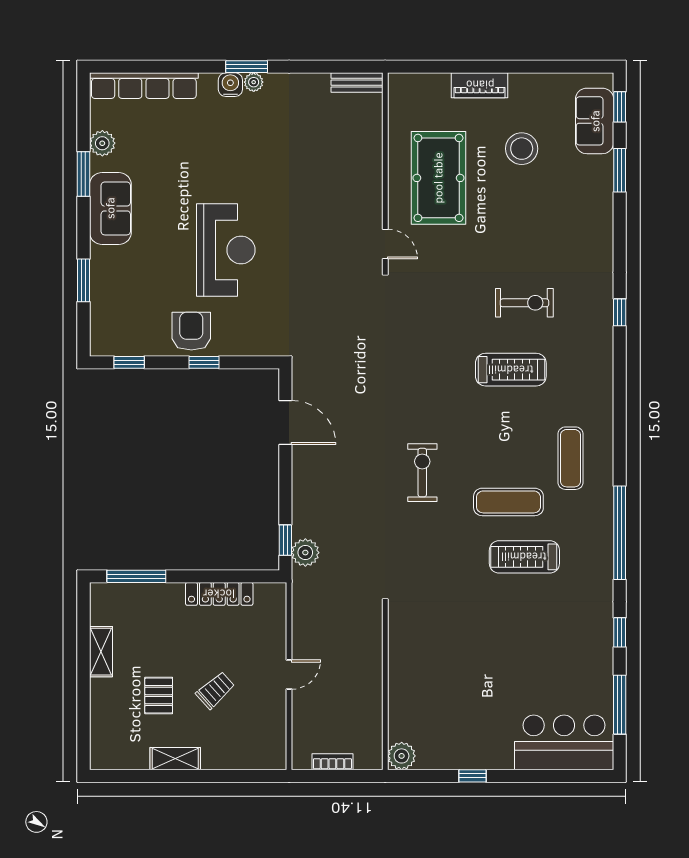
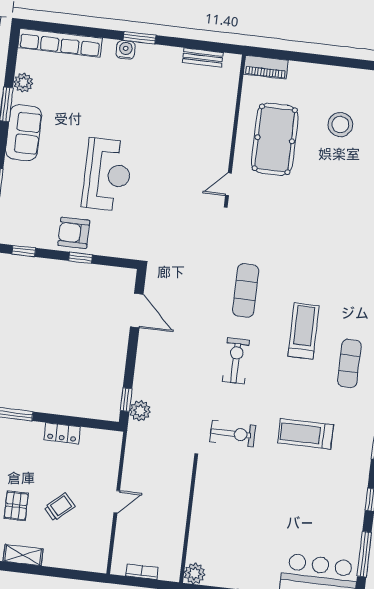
plant: (254, 82) -> (143, 50), removed
bench: (357, 83) -> (203, 57), moved
piano: (480, 85) -> (266, 67), moved
door: (385, 244) -> (228, 184), swing flipped
exercise bike: (524, 303) -> (233, 434), moved
armchair: (191, 331) -> (74, 233), turned -90
treadmill: (511, 370) -> (303, 331), moved, turned -90
exercise mat: (508, 502) -> (246, 290), moved, turned 90
locker: (219, 594) -> (62, 433), width x0.66

